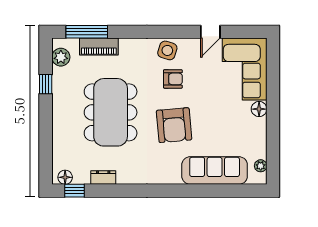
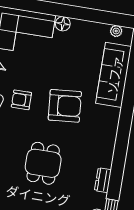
armchair: (173, 79) -> (21, 100), turned -90
dining table: (111, 112) -> (43, 163), width x0.53, depth x0.80

